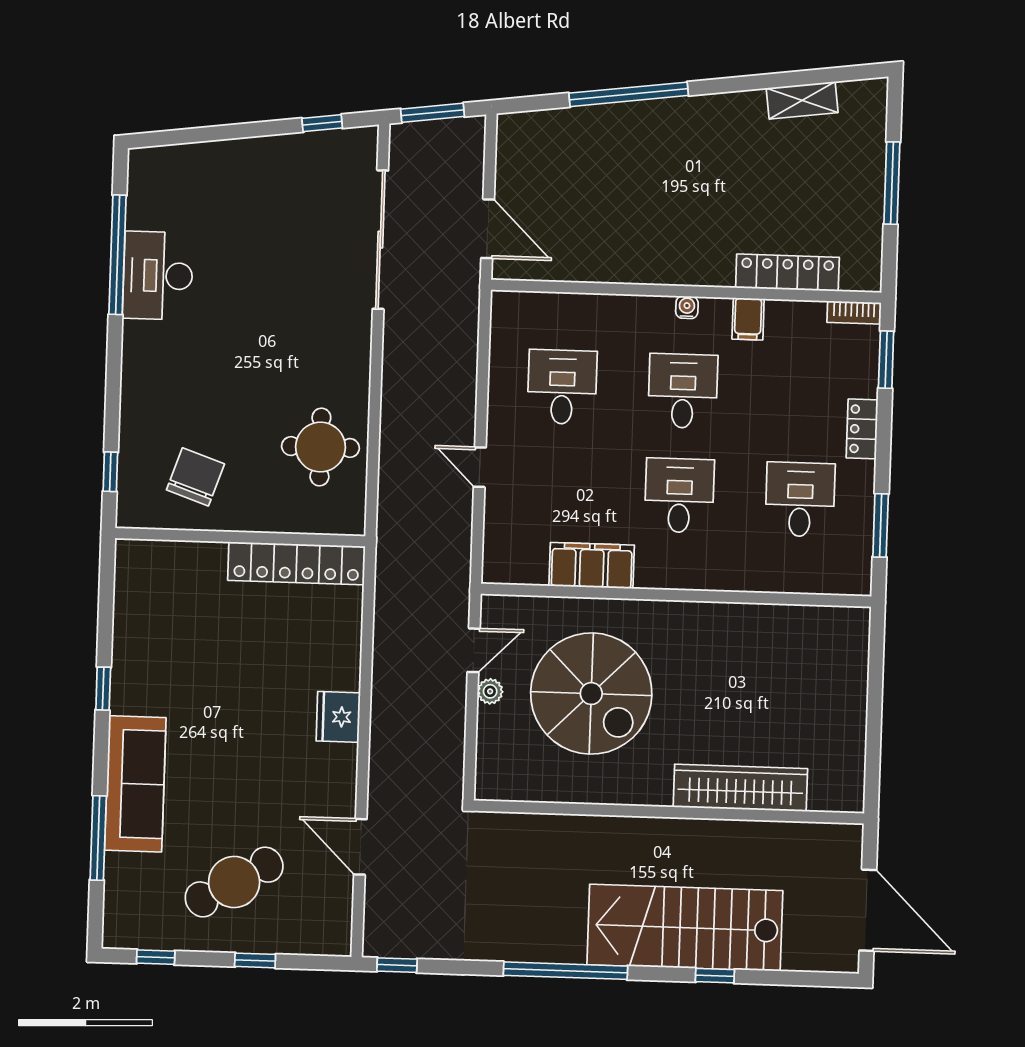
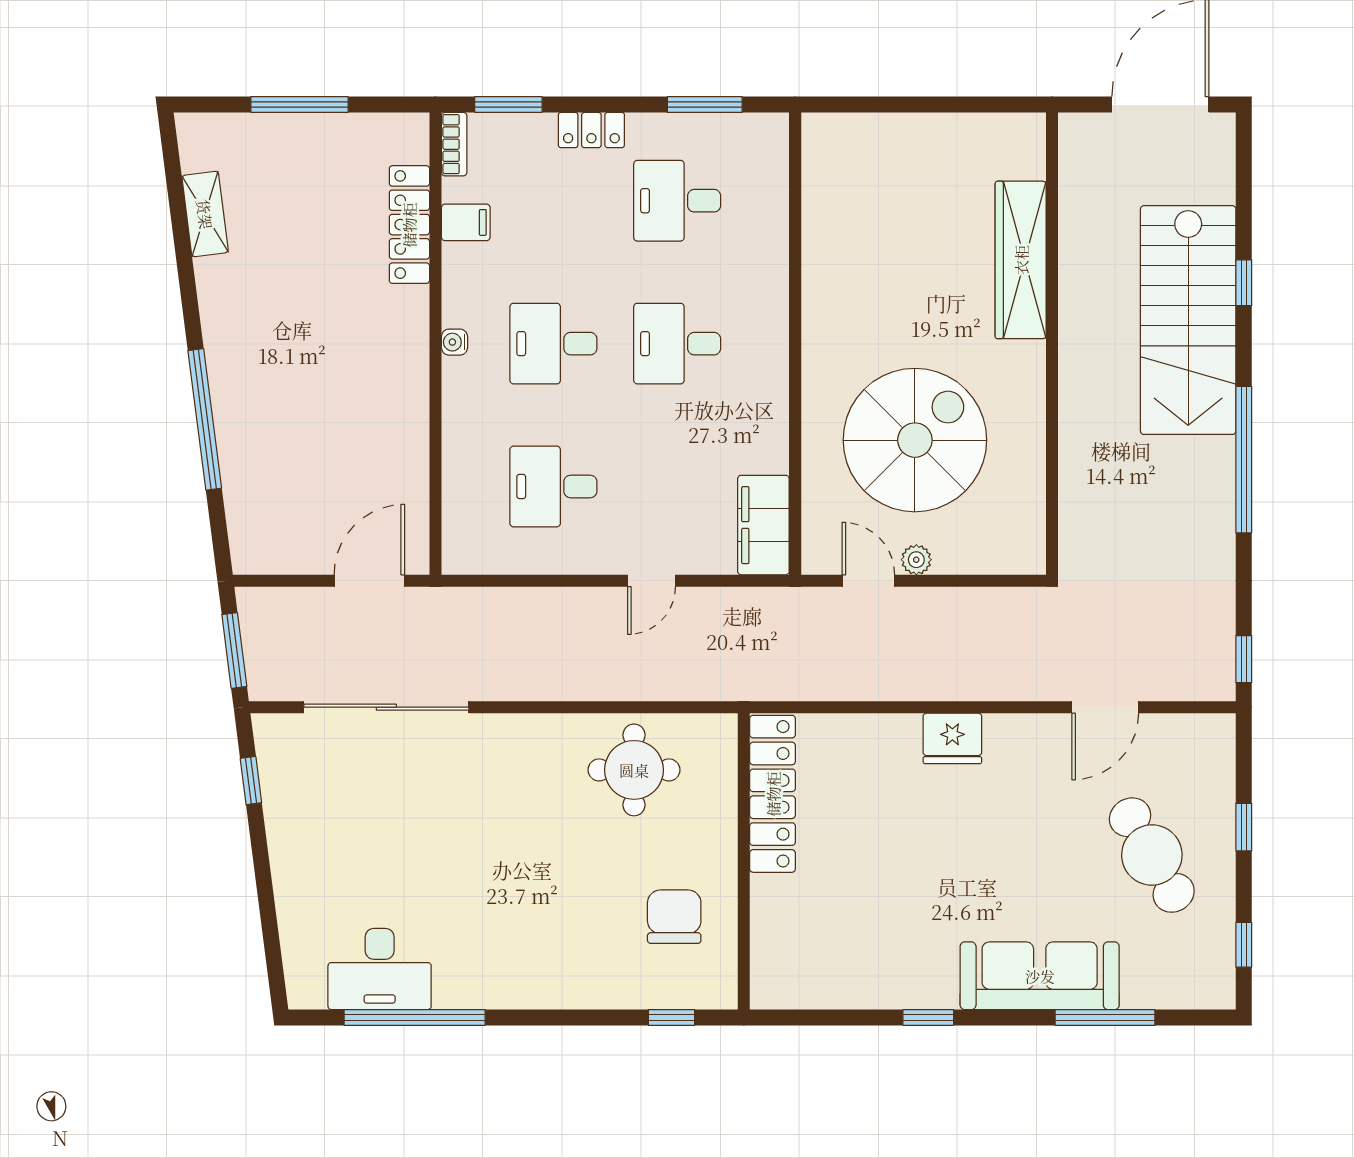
desk: (158, 276) -> (380, 969), moved
filing cabinet: (748, 319) -> (466, 222), moved
chair: (195, 477) -> (674, 917), turned 71
filing cabinet: (592, 565) -> (763, 525), moved

